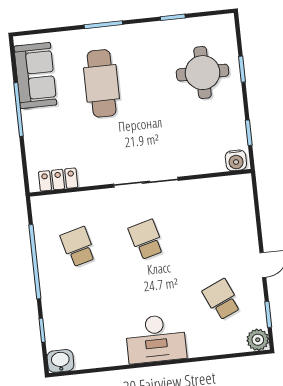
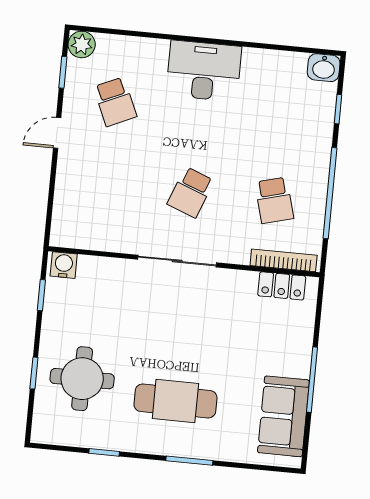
cafe table: (102, 83) -> (175, 401), moved, turned 90
bookcase: (61, 200) -> (284, 260), added
school desk: (146, 239) -> (191, 192), turned 36

